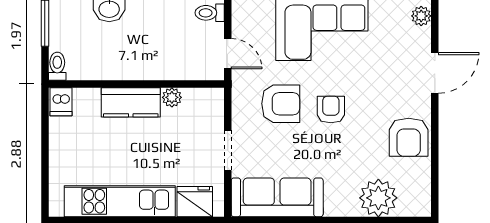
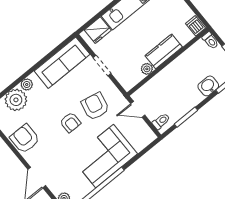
armchair: (281, 104) -> (95, 106), turned 102
plant: (347, 207) -> (27, 84), added

